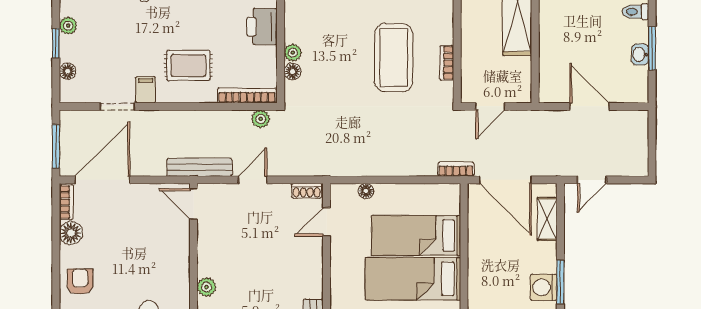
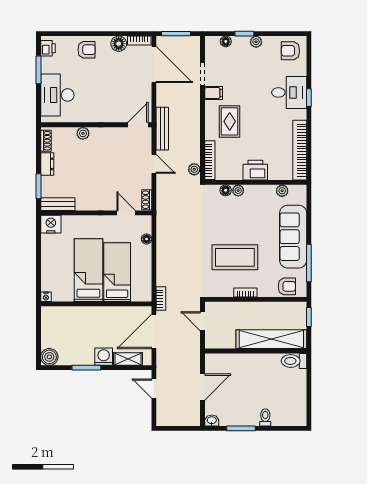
washbasin: (640, 54) -> (212, 421), moved
bookcase: (447, 63) -> (245, 292), moved
washing machine: (544, 287) -> (104, 357), moved

